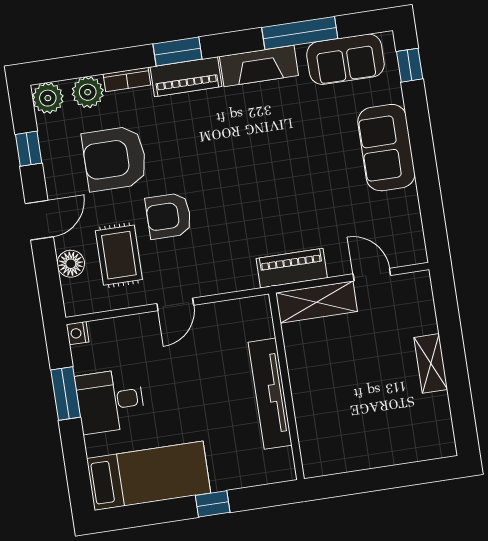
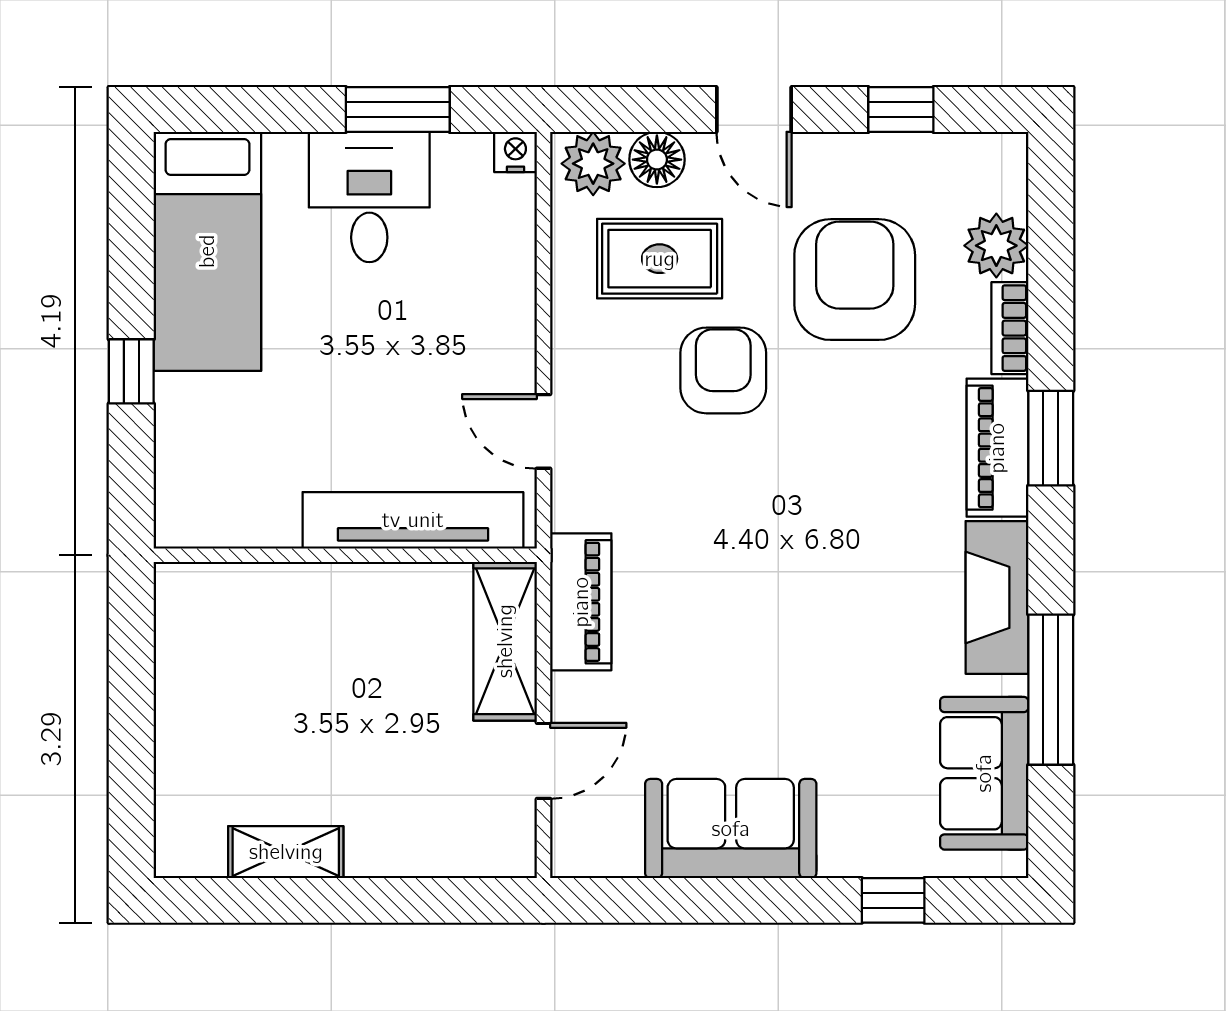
window: (410, 65) -> (893, 900), moved
plant: (48, 98) -> (593, 164), moved
sofa: (386, 148) -> (731, 829), moved
door: (175, 304) -> (544, 431), moved
shelving: (431, 363) -> (286, 852), moved
tv unit: (270, 394) -> (413, 520), moved

